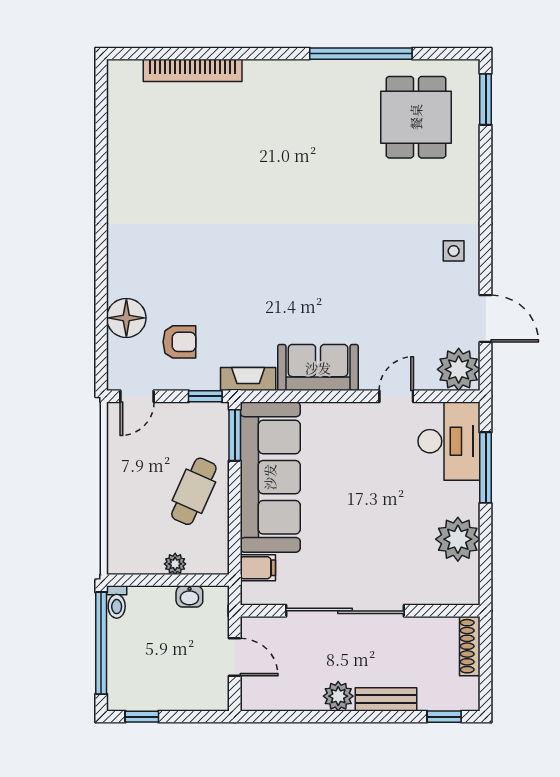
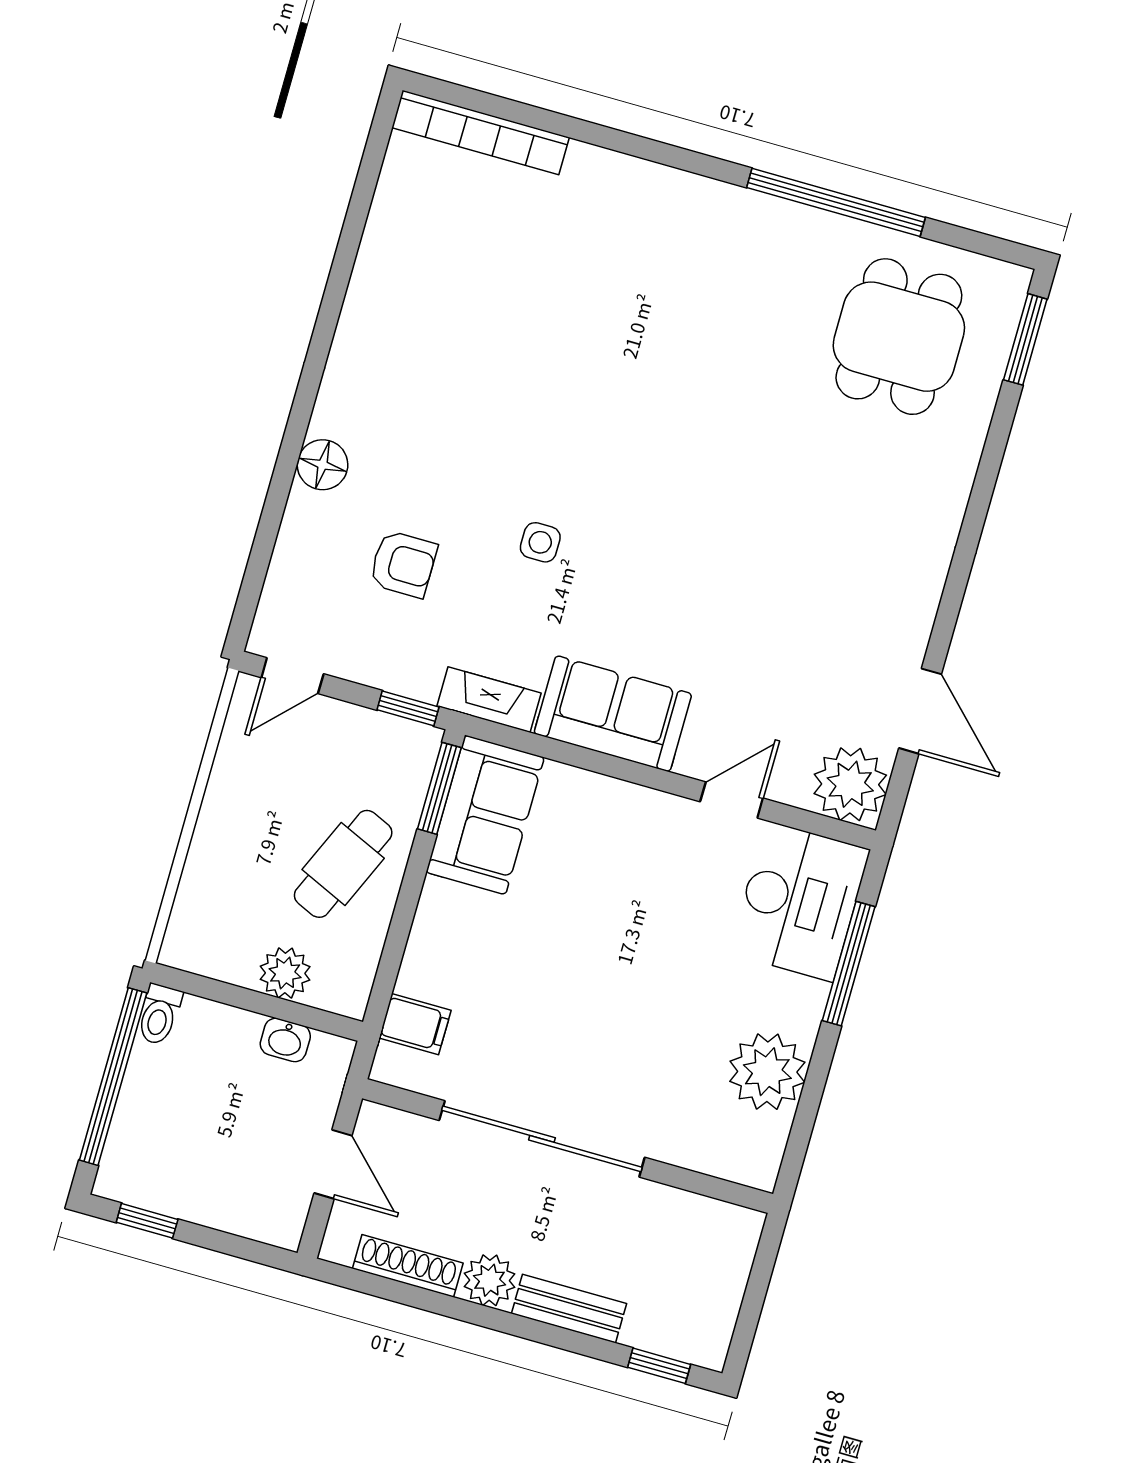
bookcase: (193, 70) -> (481, 132), moved
side table: (454, 251) -> (540, 542), moved
floor lamp: (126, 318) -> (323, 465), moved, width x0.73, depth x0.73
armchair: (179, 342) -> (403, 564), moved
sofa: (270, 477) -> (485, 815), width x0.54, depth x0.79
plant: (175, 564) -> (285, 973), width x1.38, depth x1.38
shoe rack: (470, 646) -> (408, 1266), moved, turned 90

